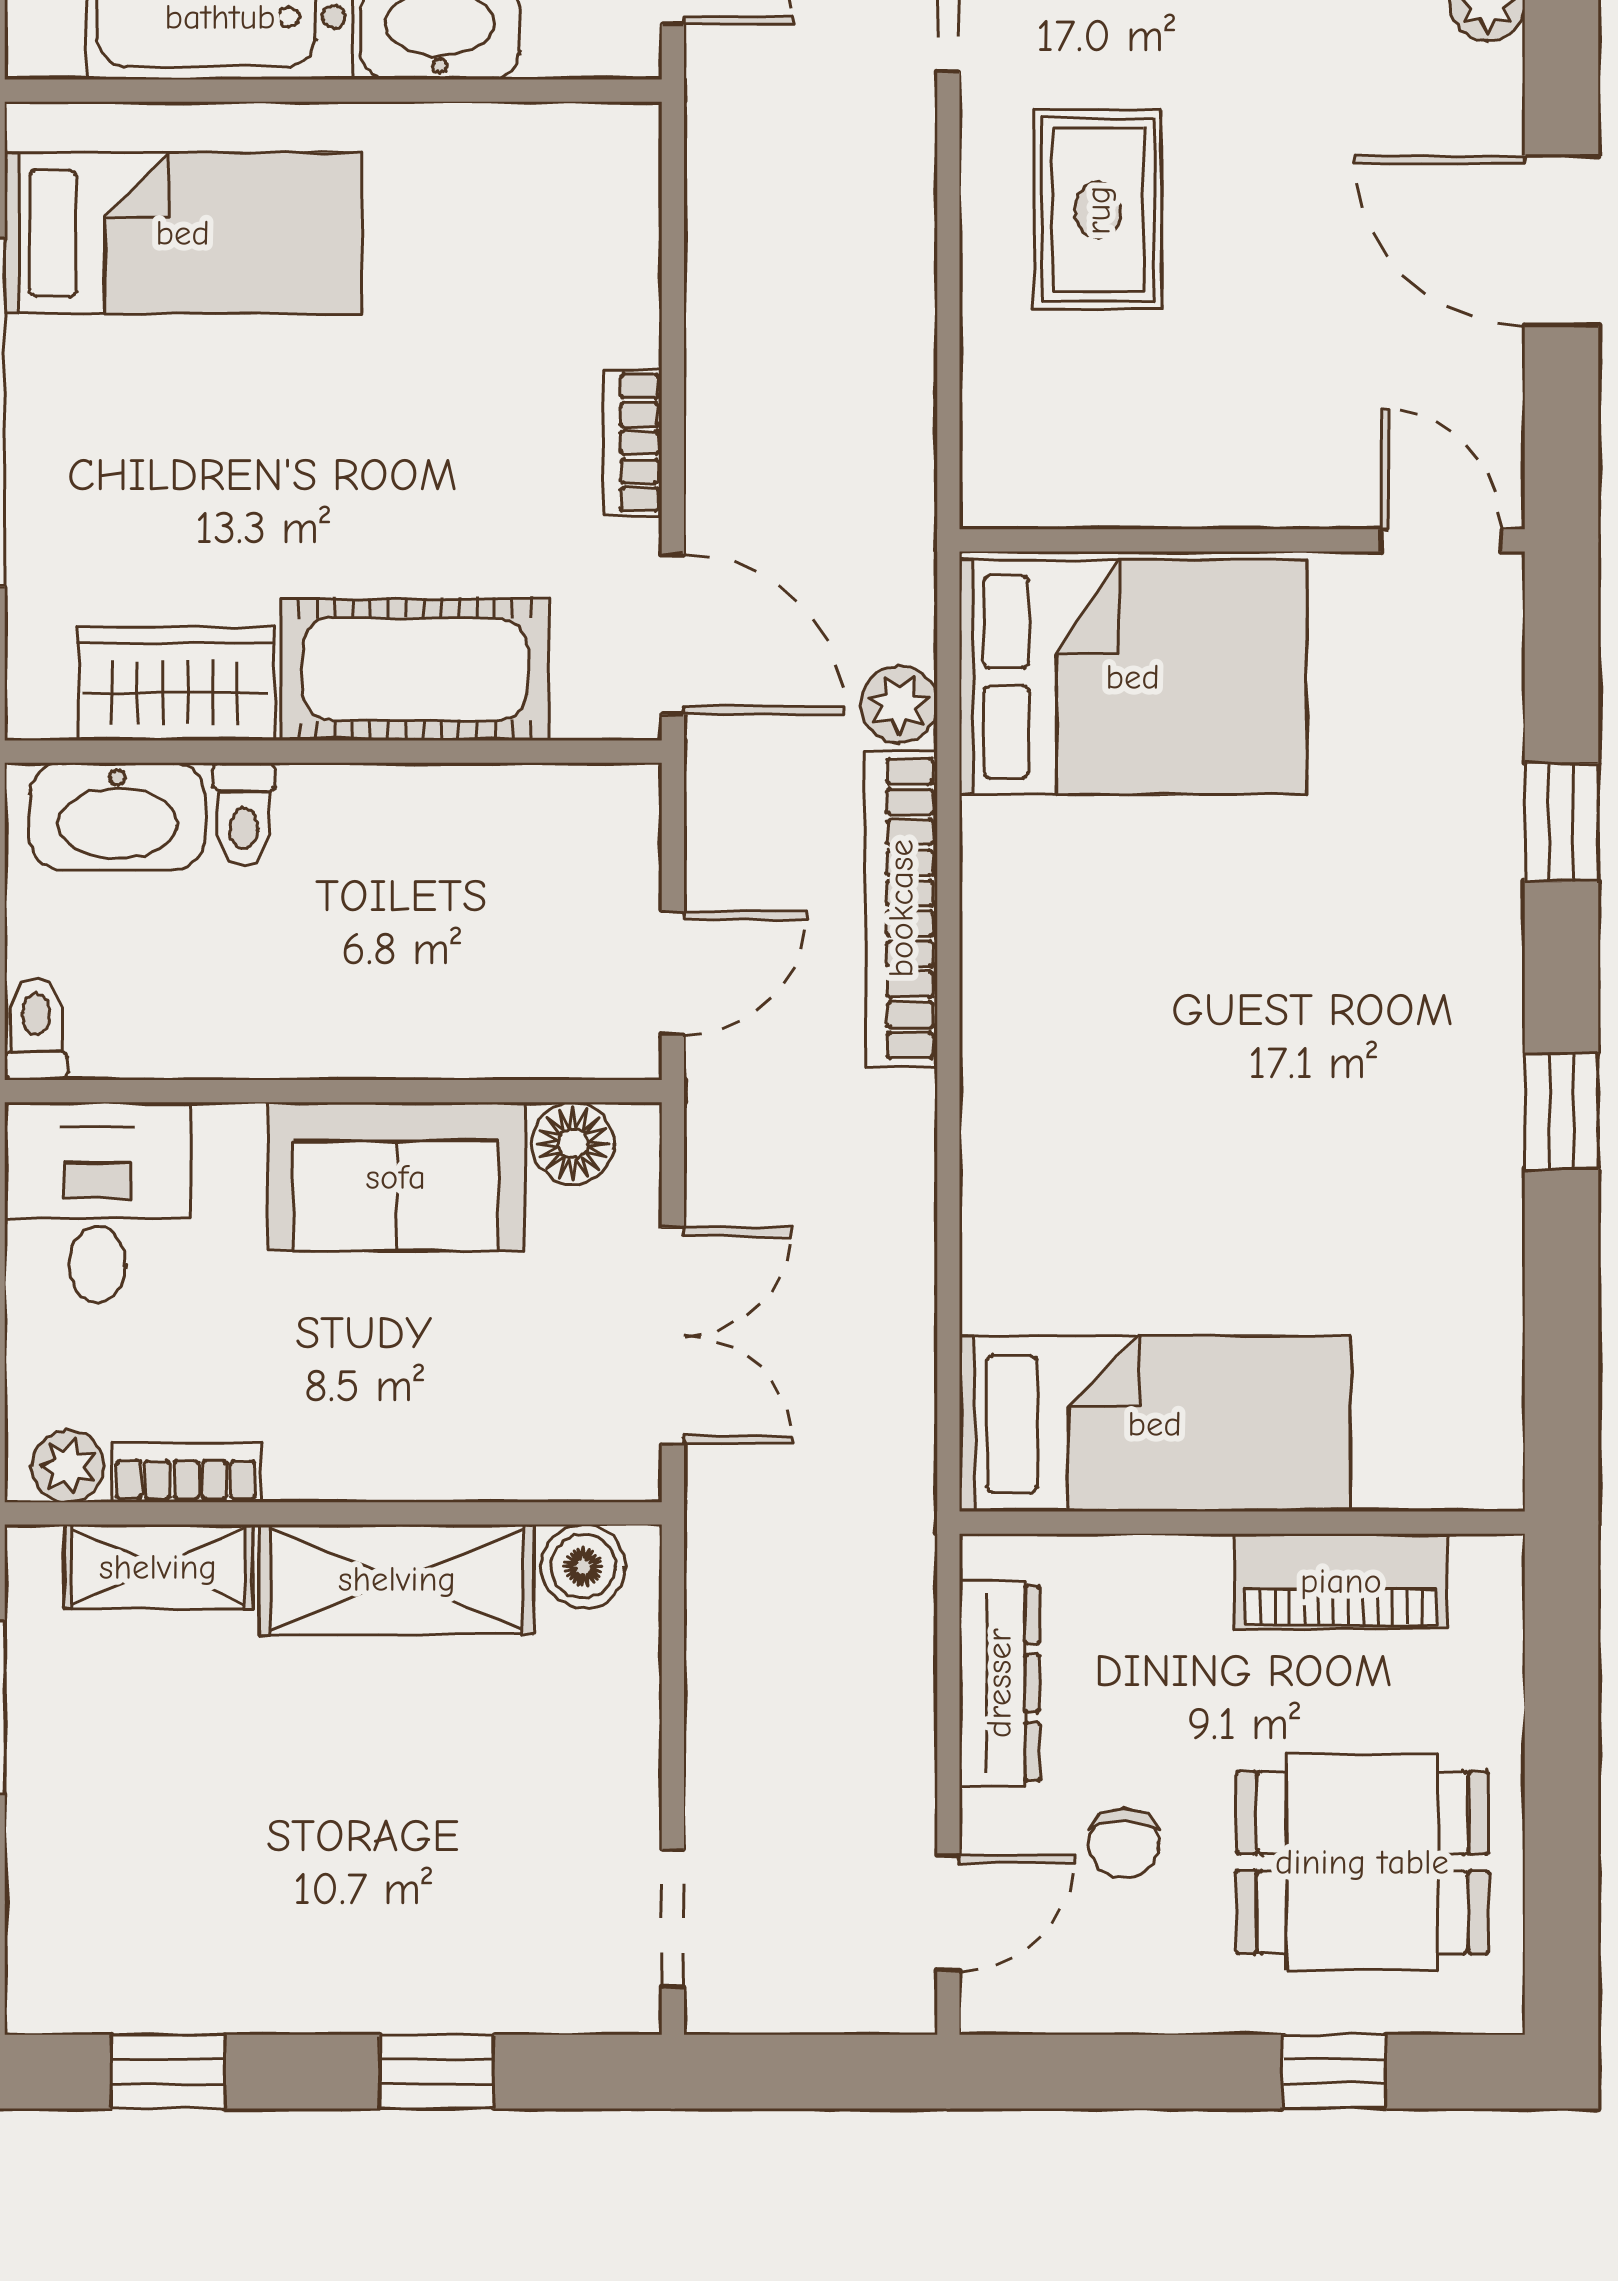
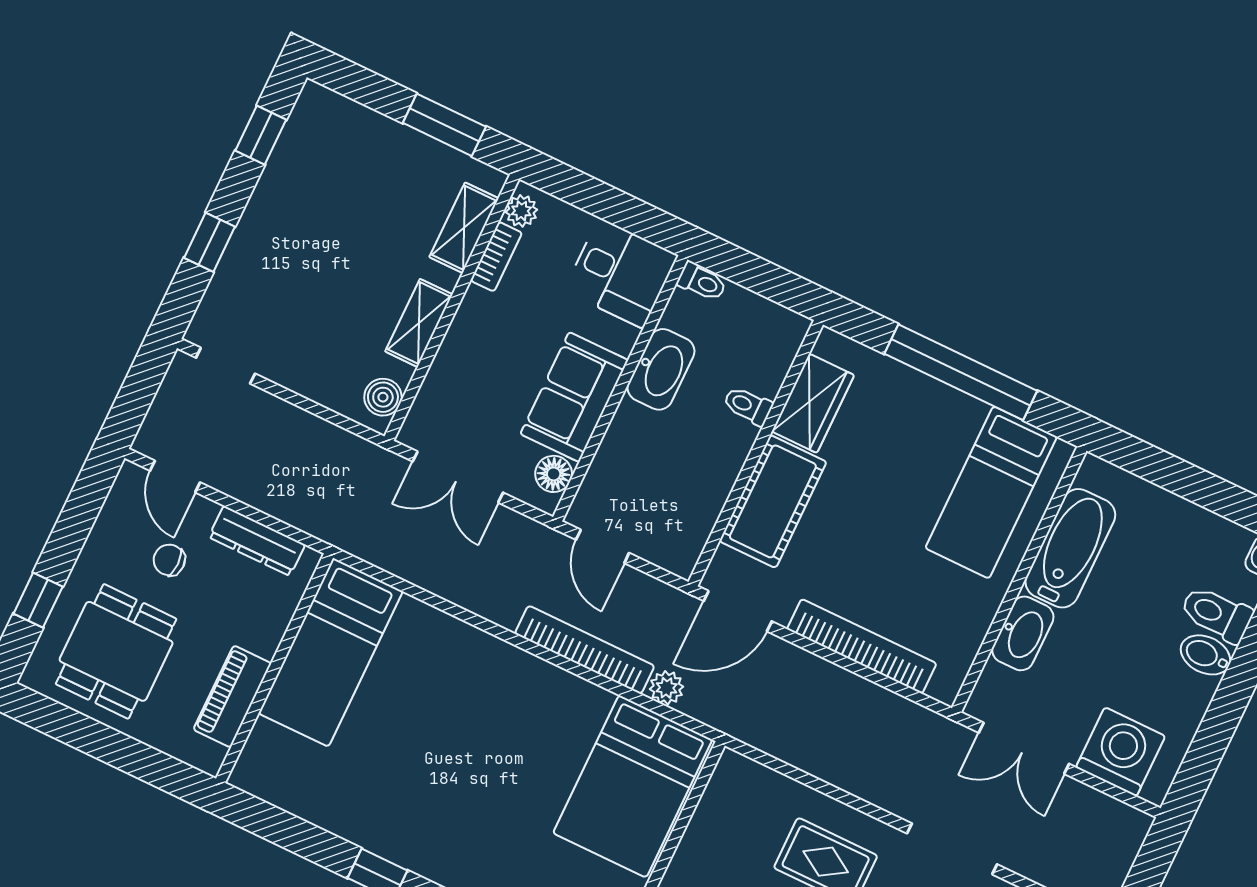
bookcase: (633, 443) -> (862, 646), width x2.31, depth x1.31
washbasin: (117, 816) -> (661, 369), moved, turned 180
shelving: (397, 1579) -> (419, 323), width x0.67, depth x0.75

